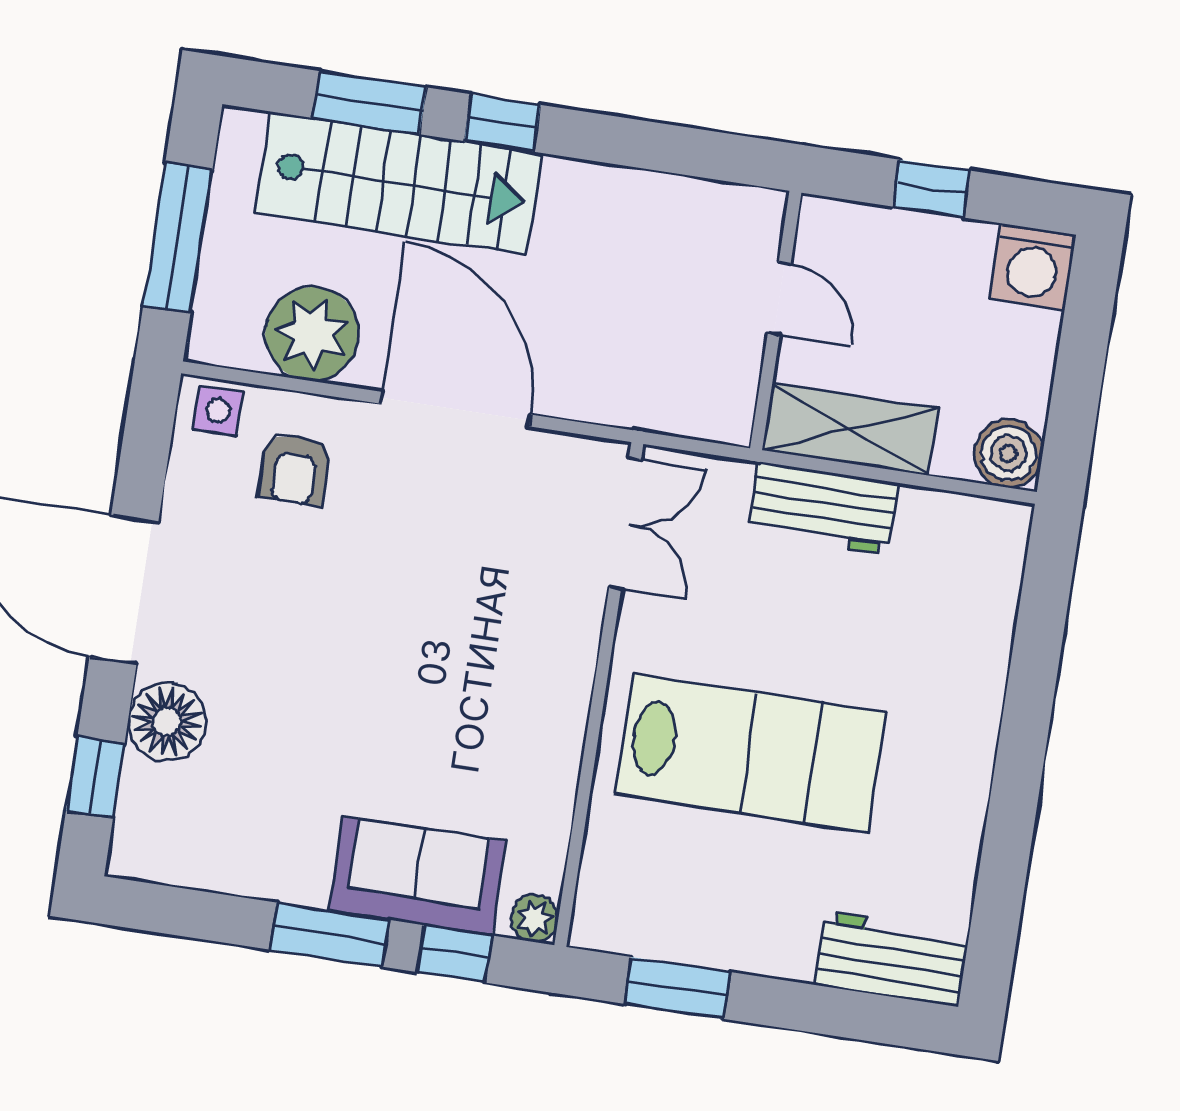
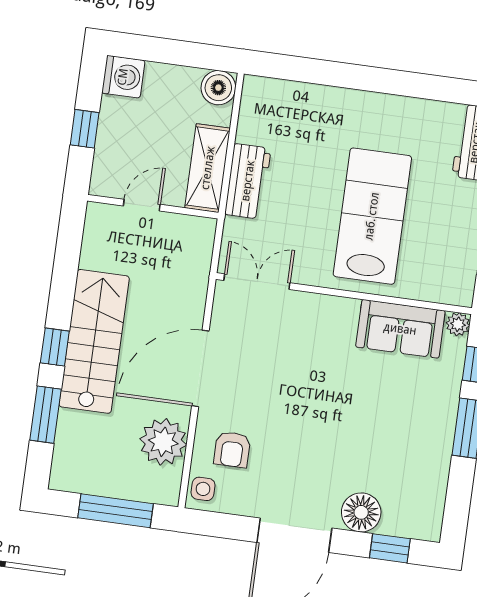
stairs: (399, 183) -> (94, 341), moved
armchair: (295, 469) -> (232, 449), turned 90
sofa: (417, 876) -> (400, 329), moved, turned -90

